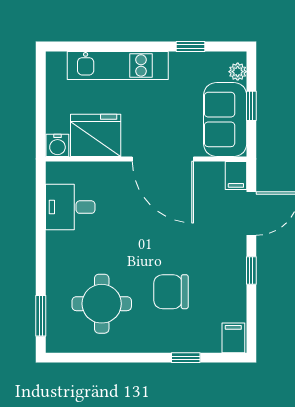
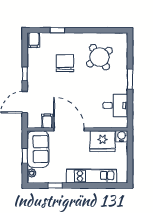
filing cabinet: (236, 176) -> (47, 121), moved
chair: (171, 292) -> (65, 63), turned -90
round table: (102, 304) -> (100, 57), turned -35
window: (41, 316) -> (130, 79), moved

